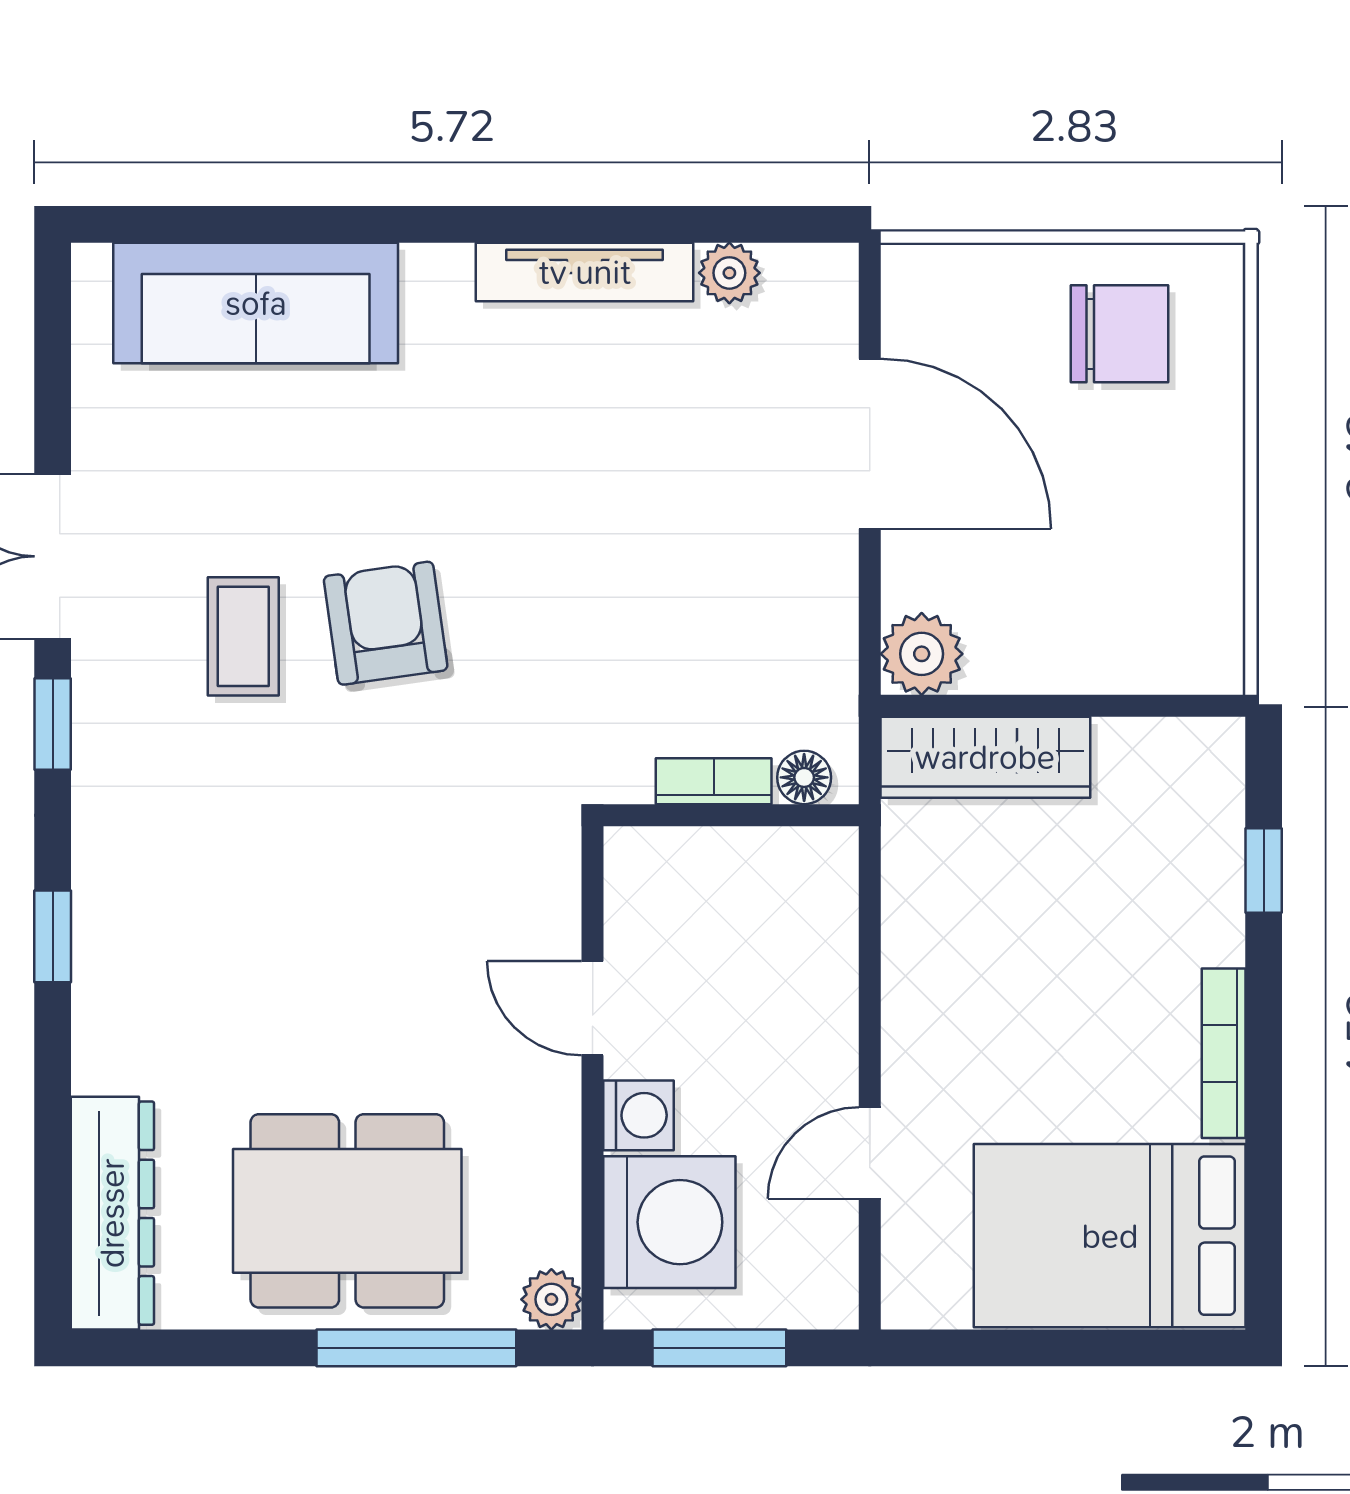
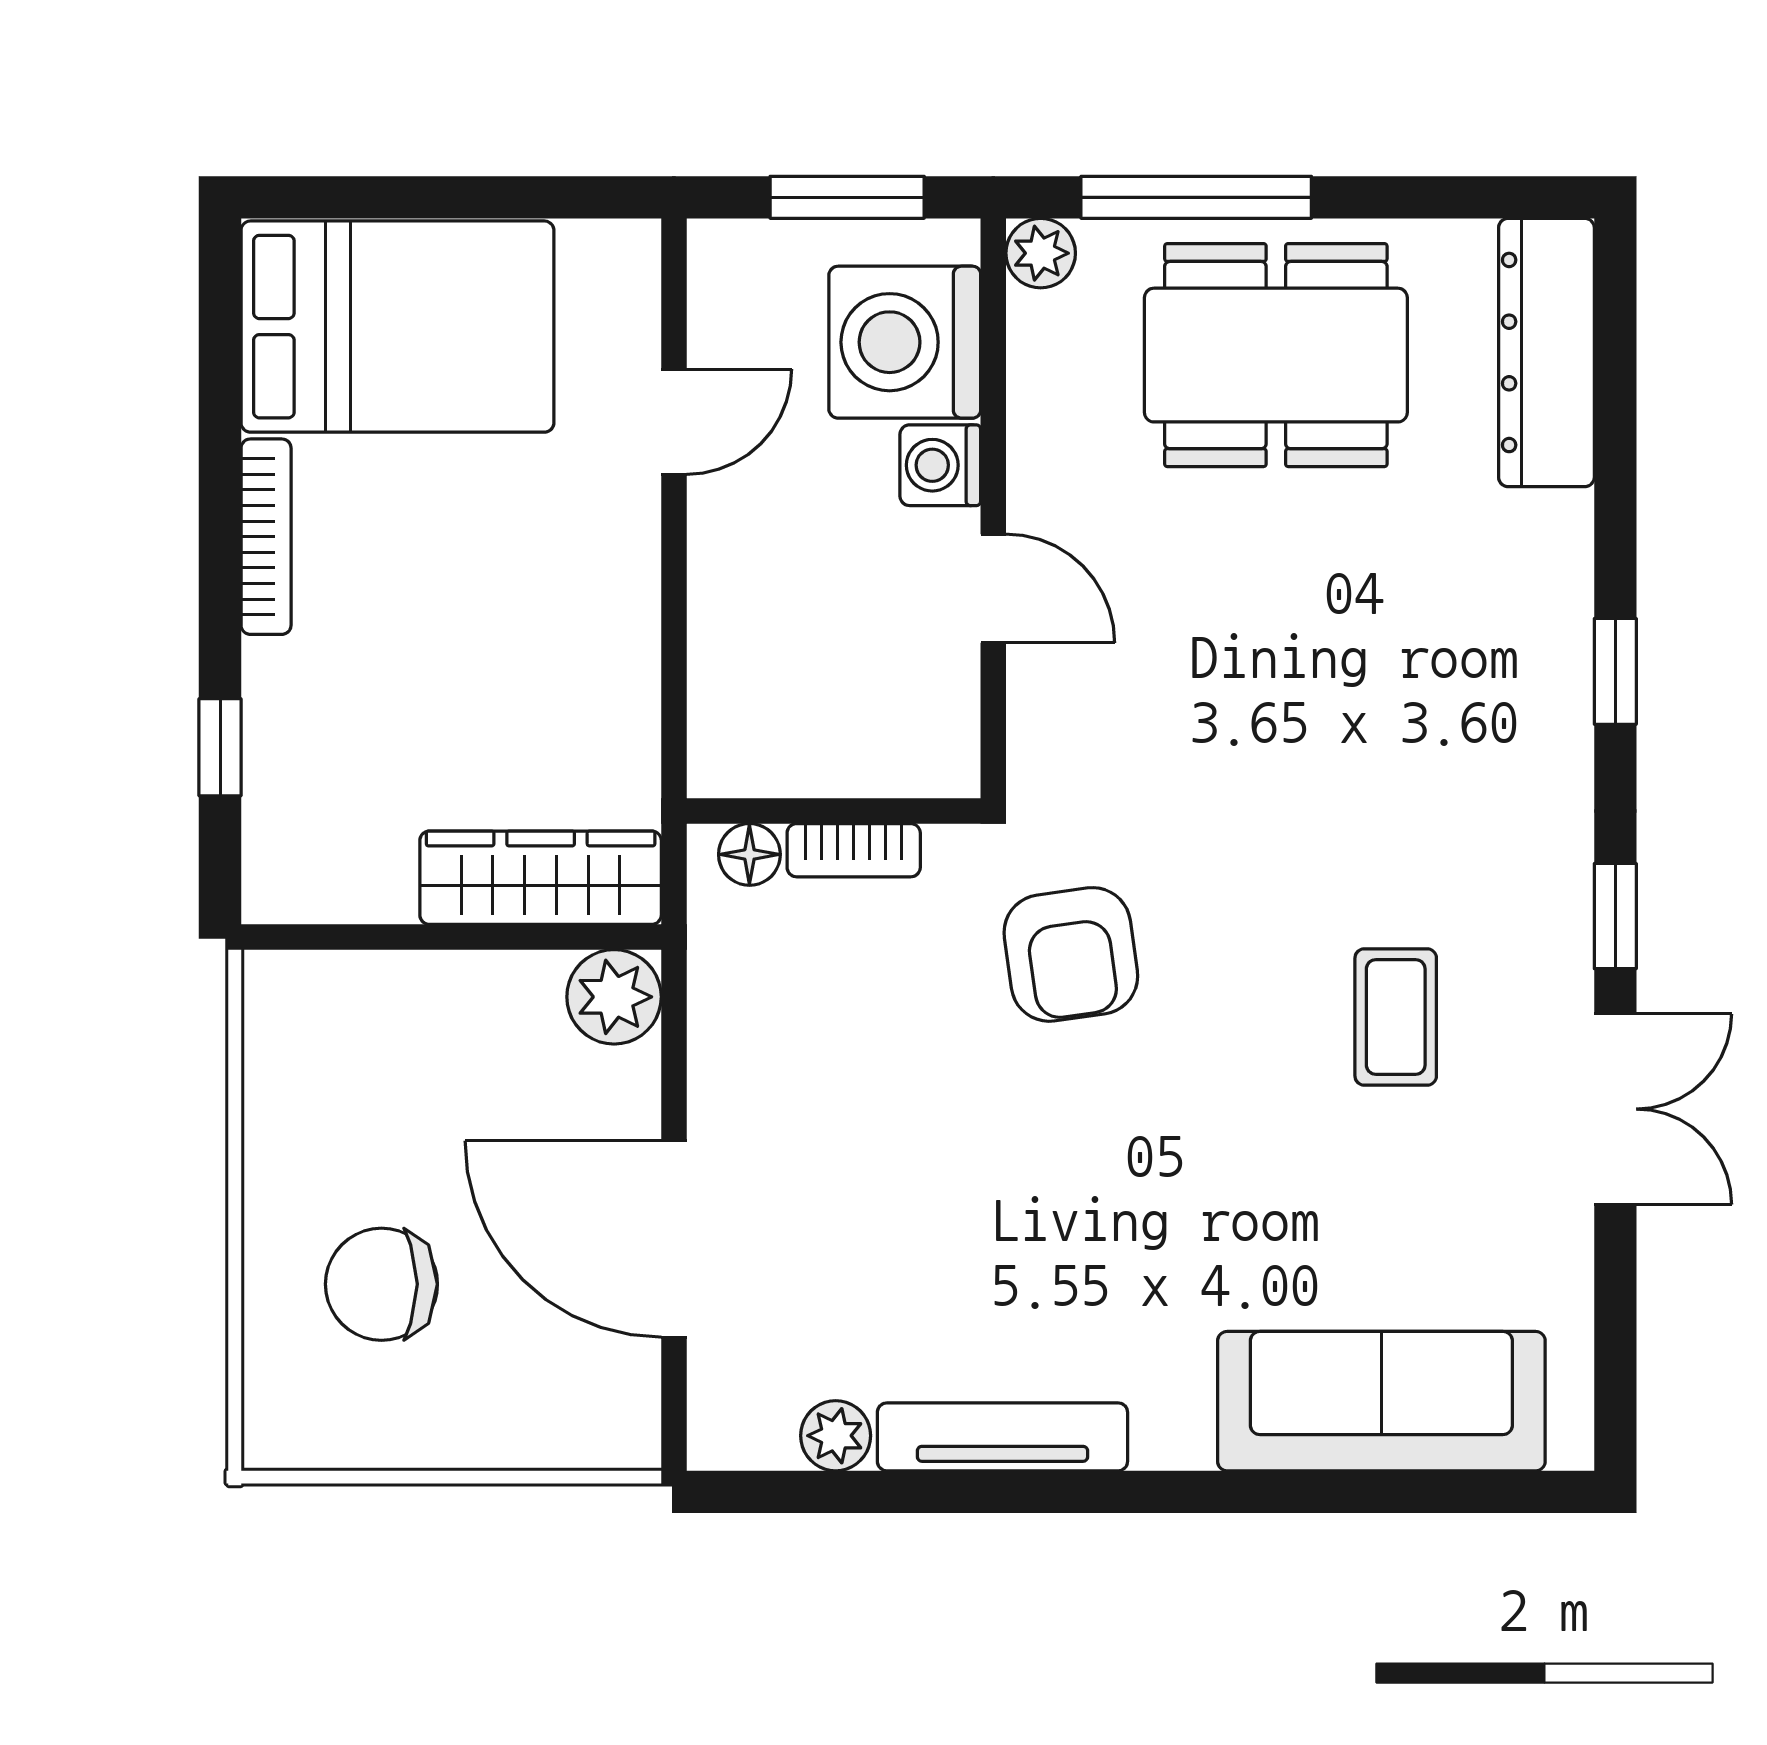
chair: (1119, 334) -> (381, 1284), moved
armchair: (386, 623) -> (1071, 954), moved

